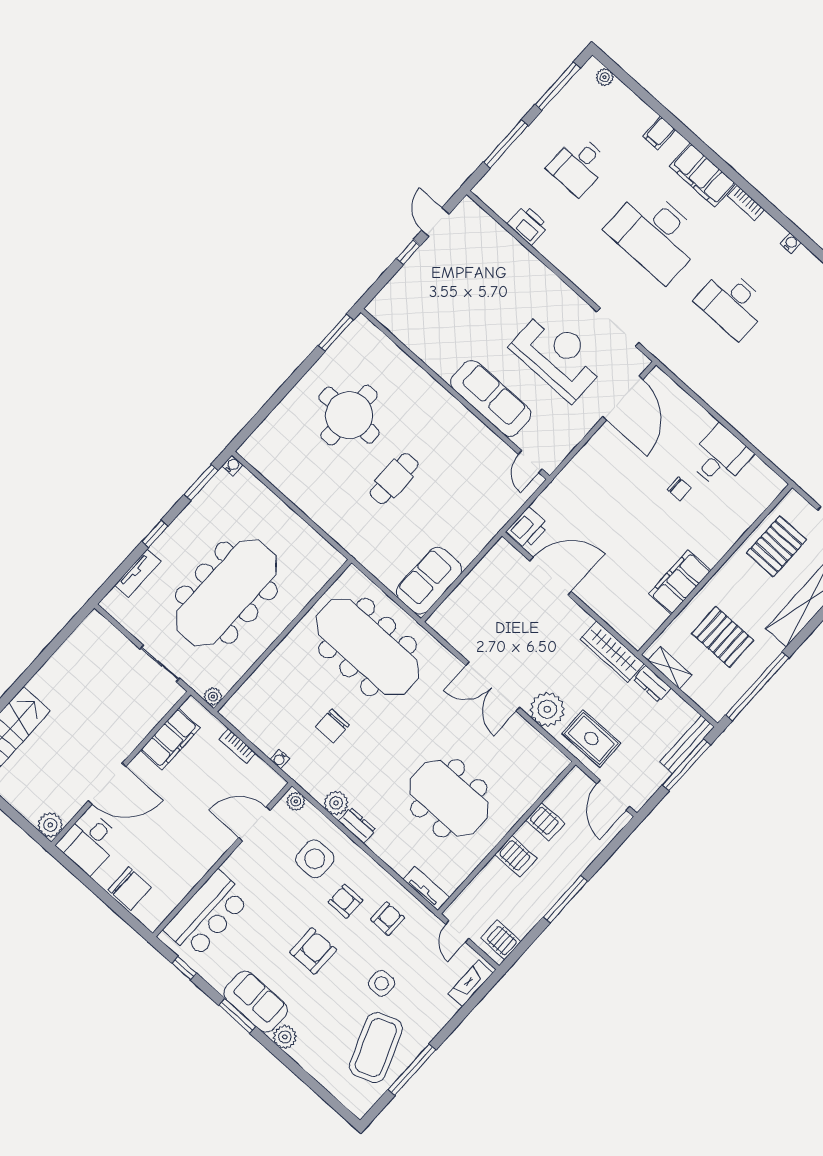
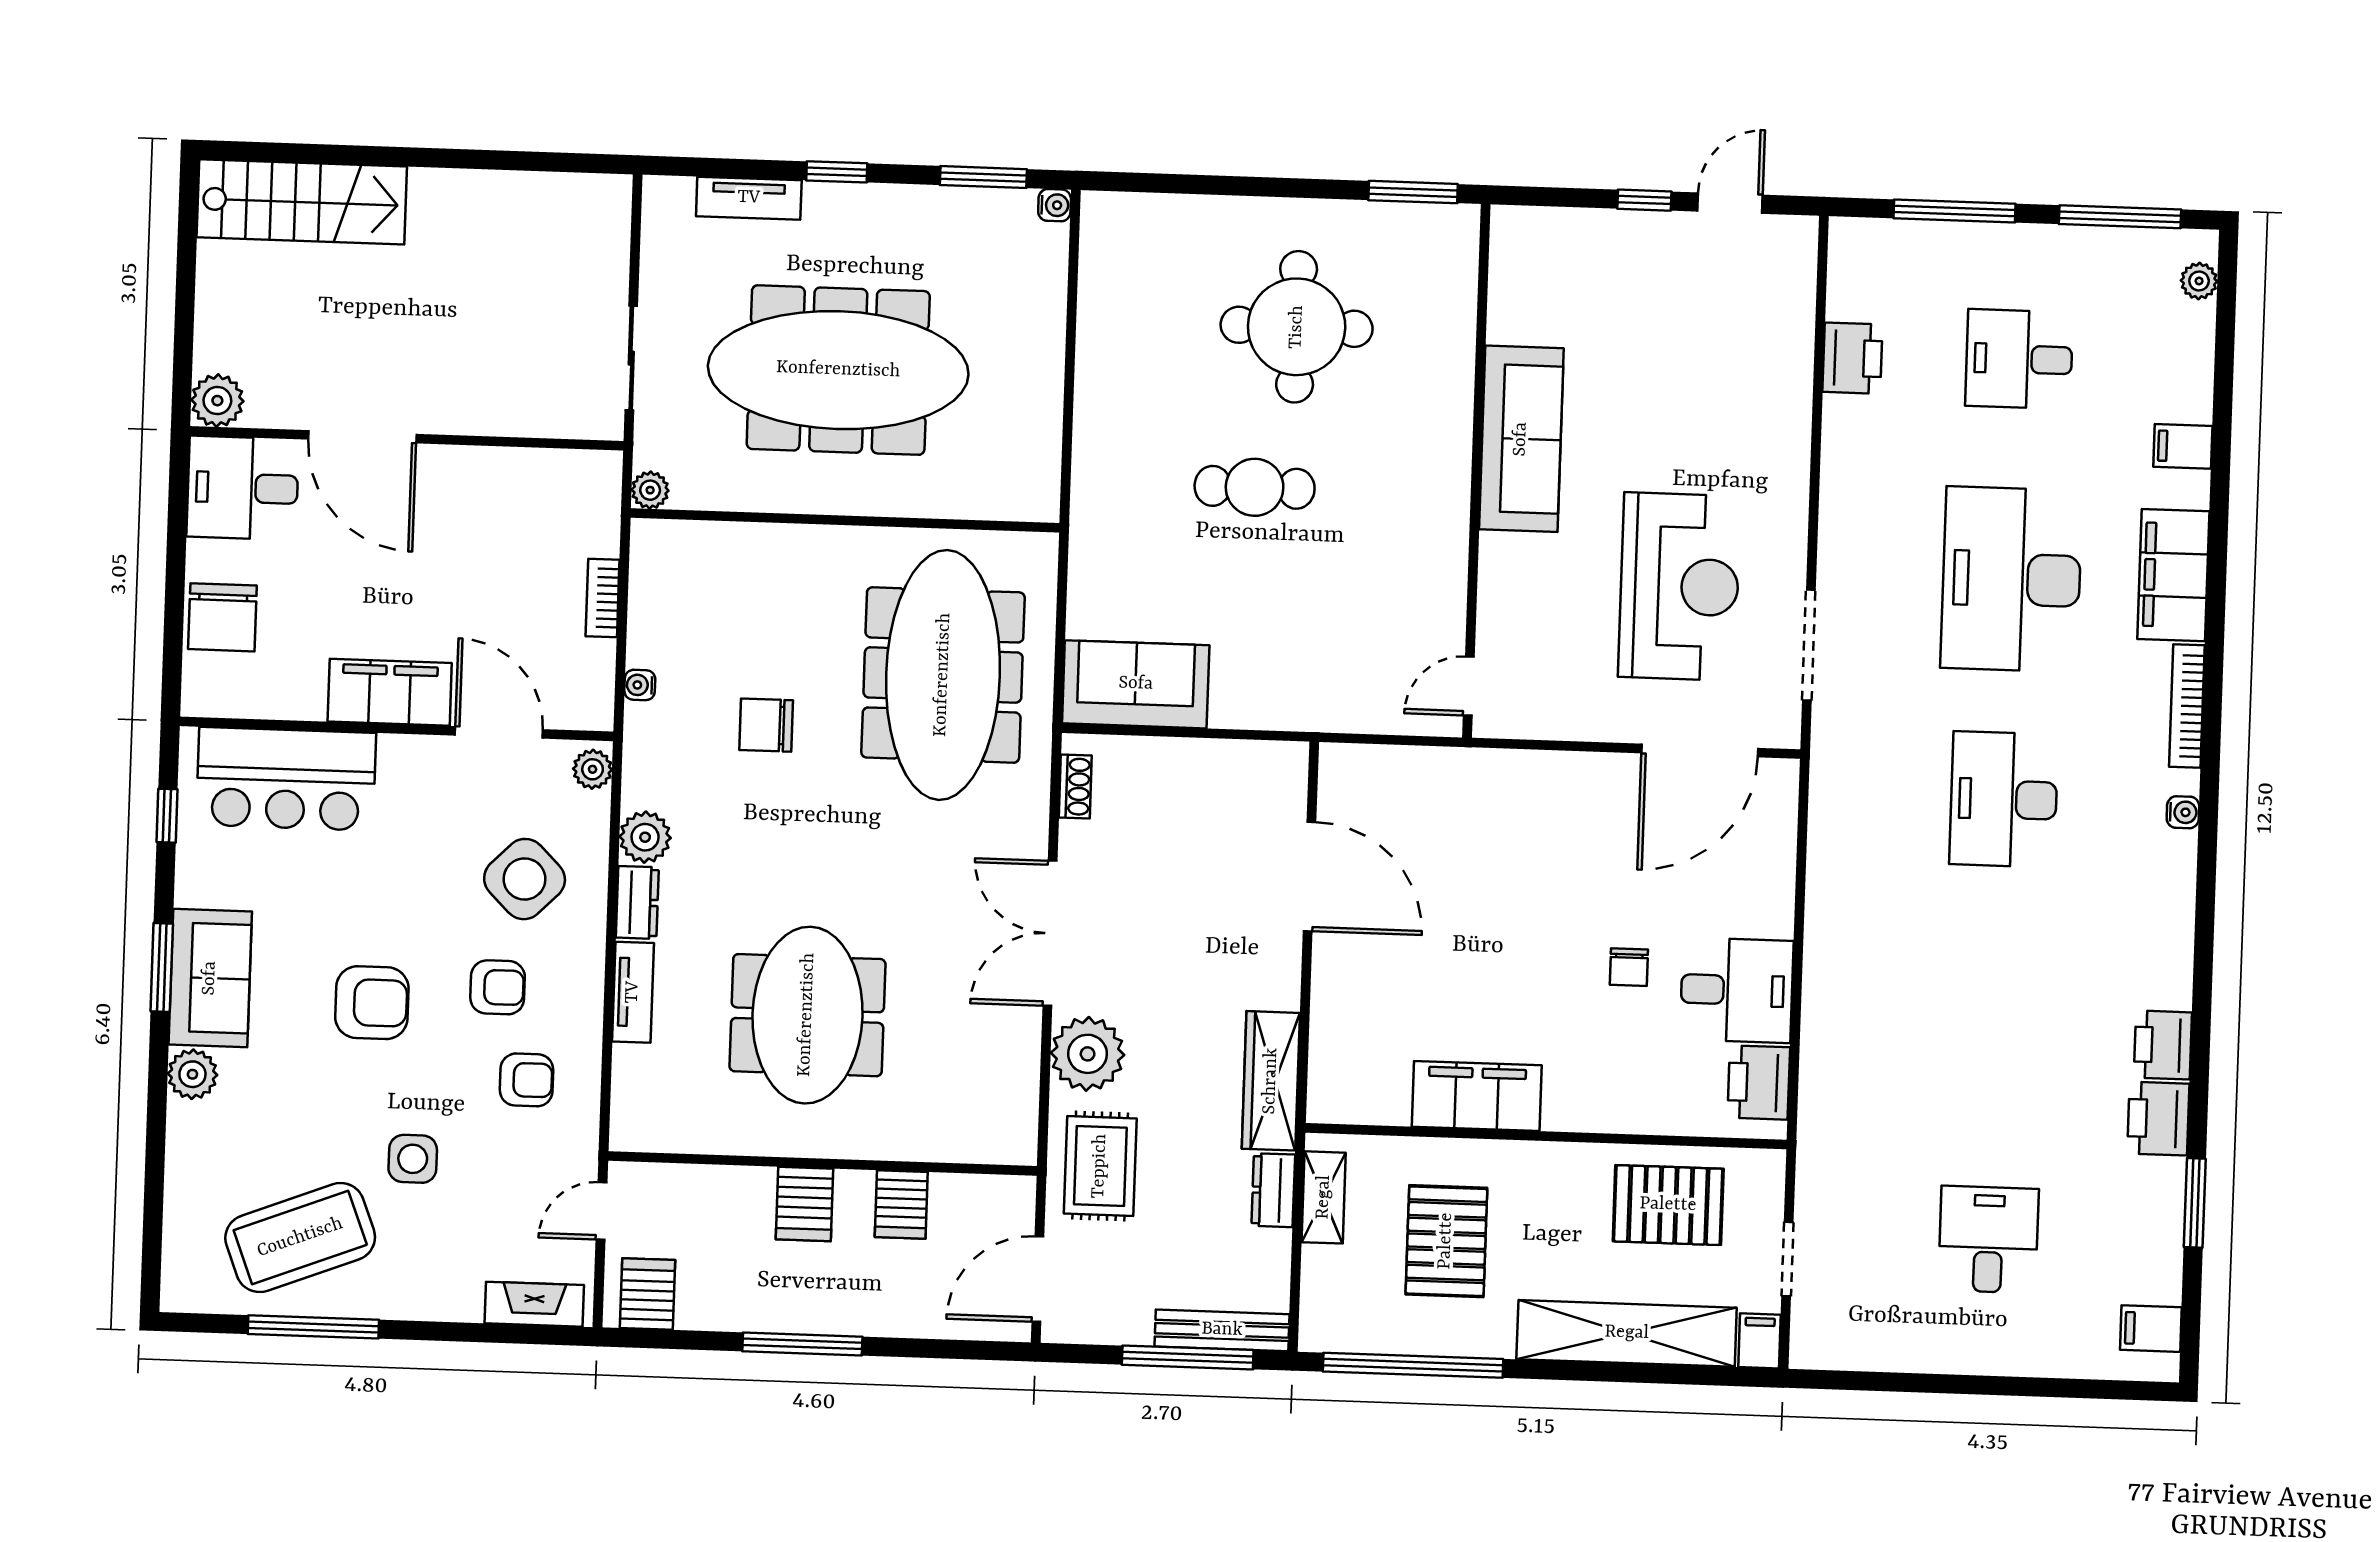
bookcase: (746, 203) -> (2187, 706), width x1.56
sofa: (491, 398) -> (1521, 439), moved
printer: (528, 528) -> (1759, 1082), moved, turned 90
shoe rack: (448, 633) -> (1075, 787), added
filing cabinet: (170, 739) -> (390, 692), moved, turned 180
side table: (315, 859) -> (525, 879), turned 45
tv unit: (426, 888) -> (633, 992), moved
armchair: (346, 901) -> (498, 987), turned 90

